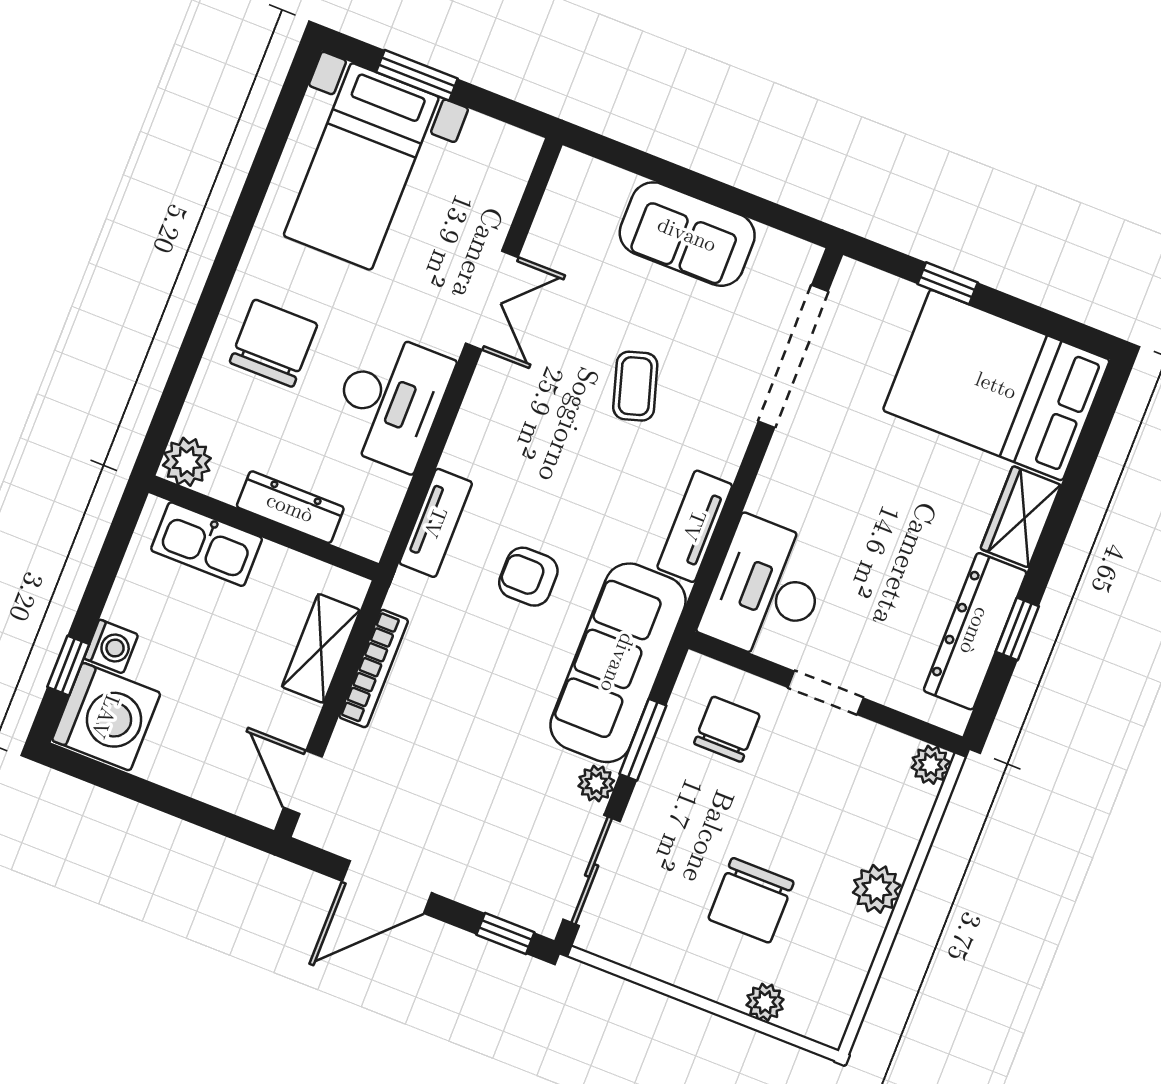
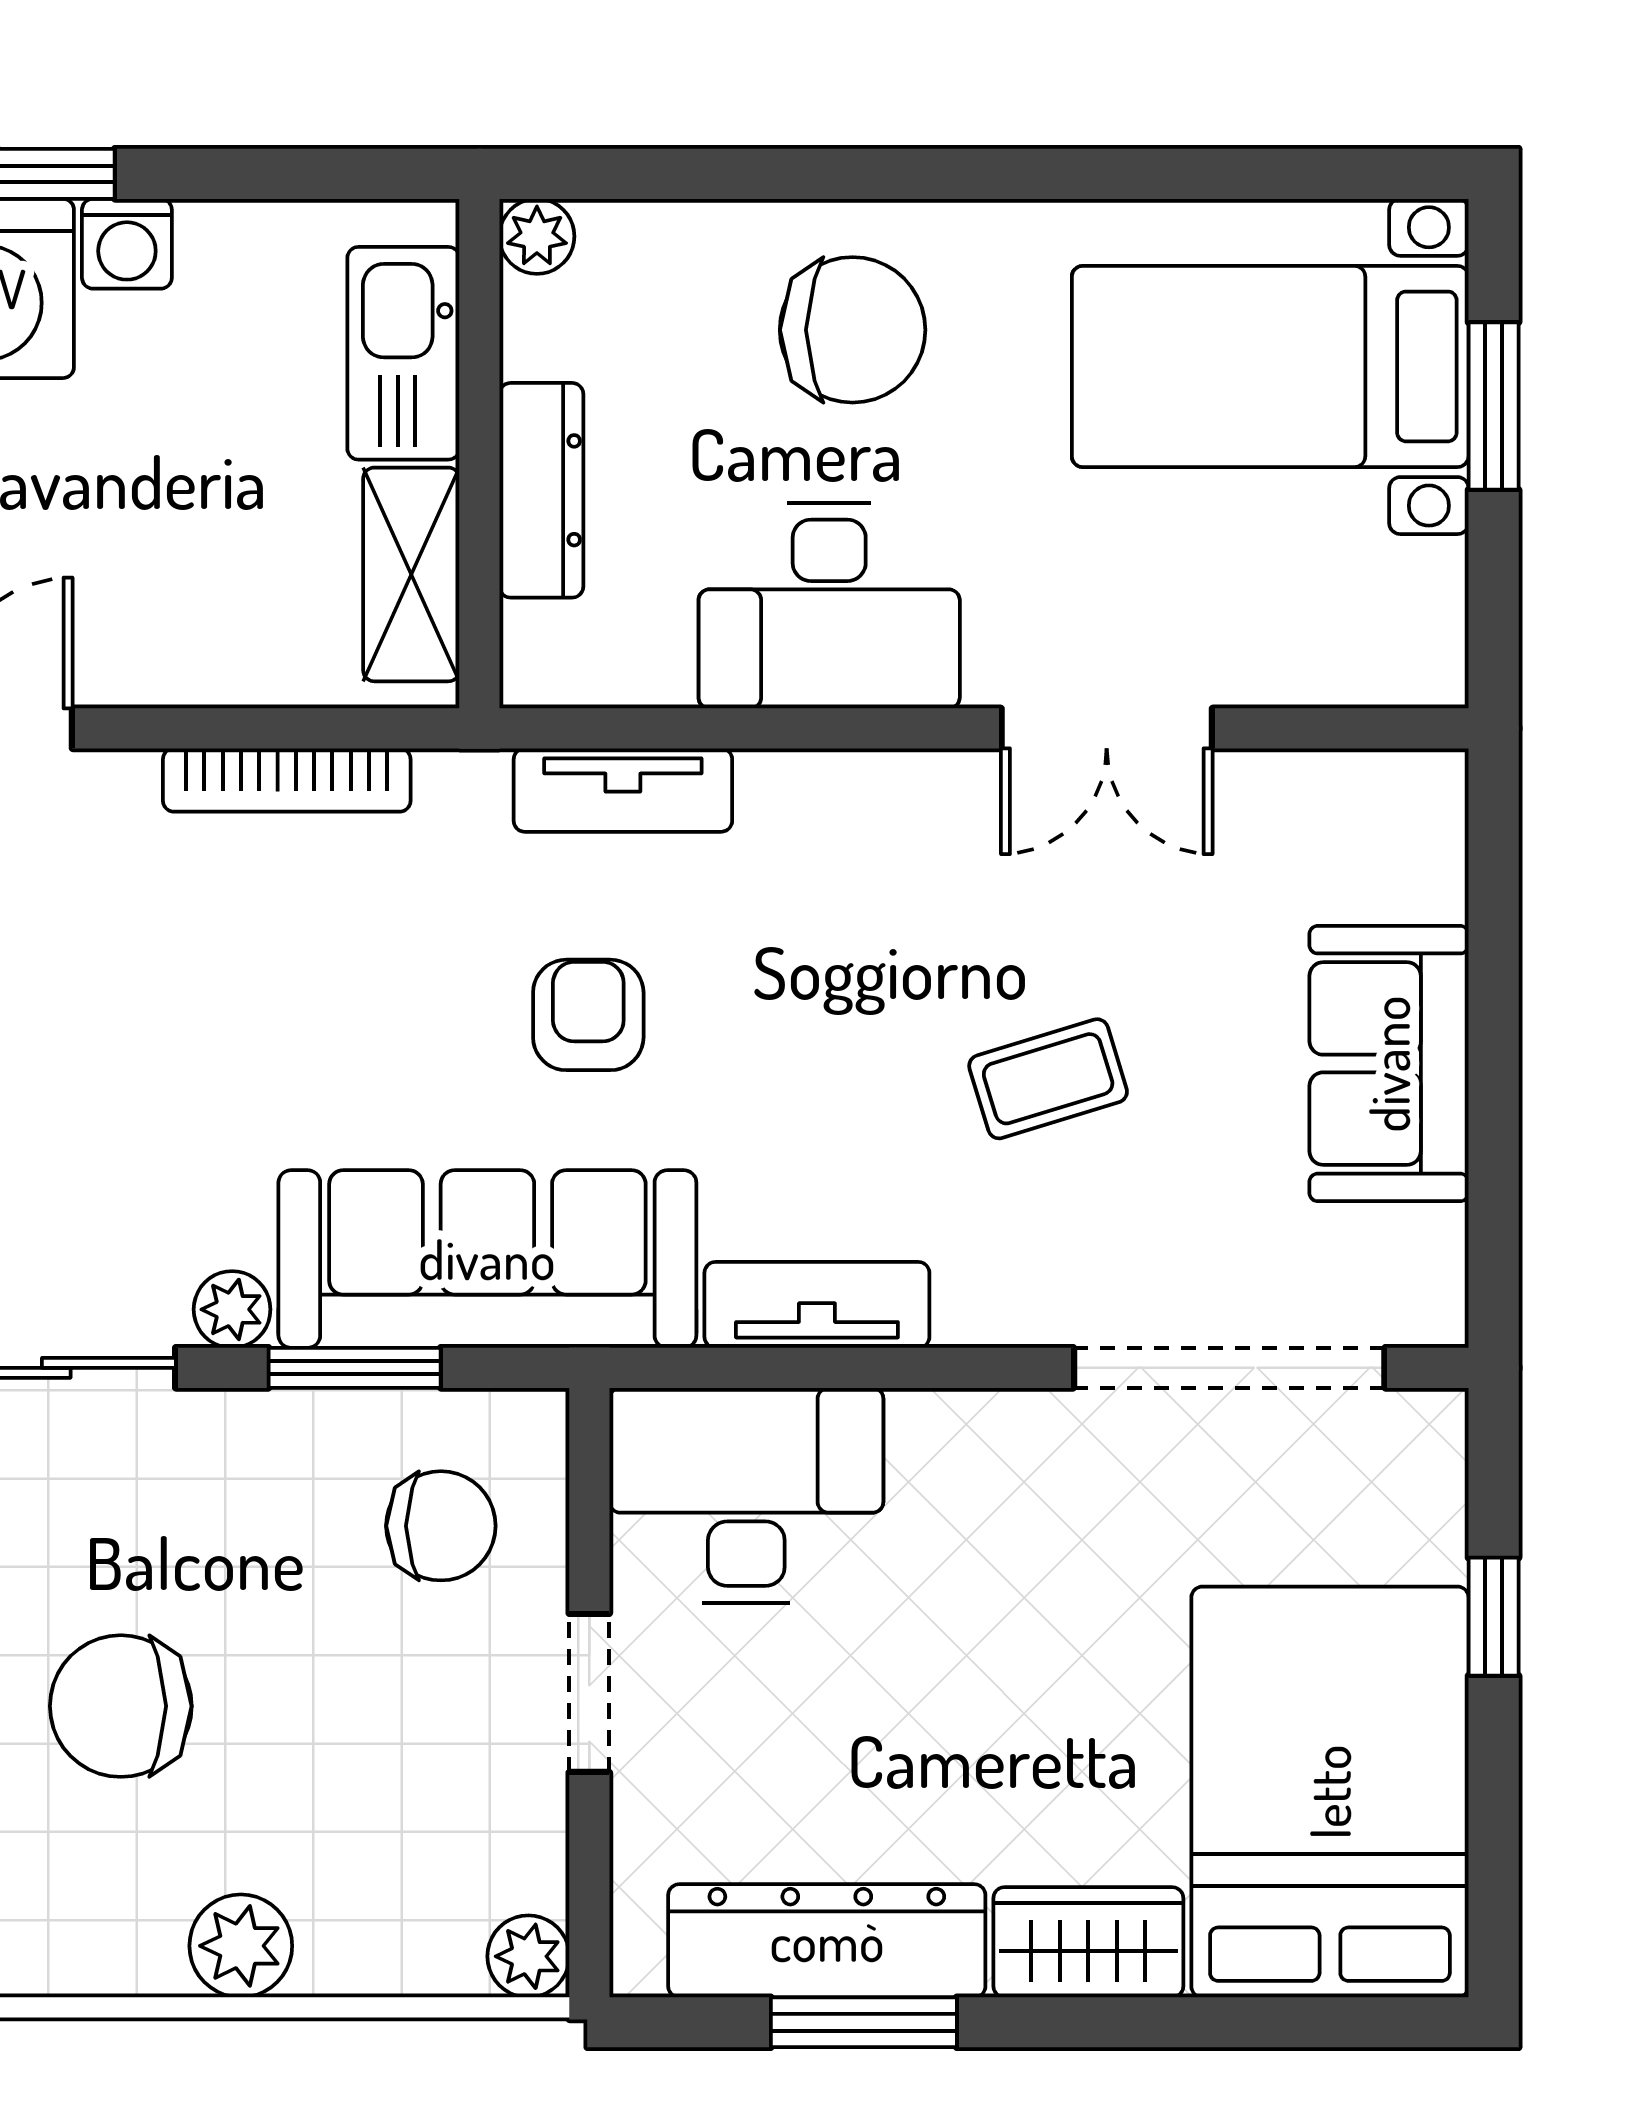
plant: (187, 462) -> (537, 236), width x0.73, depth x0.73
window: (1017, 629) -> (864, 2022), width x1.50
shelving: (321, 648) -> (411, 574), moved, turned 90

